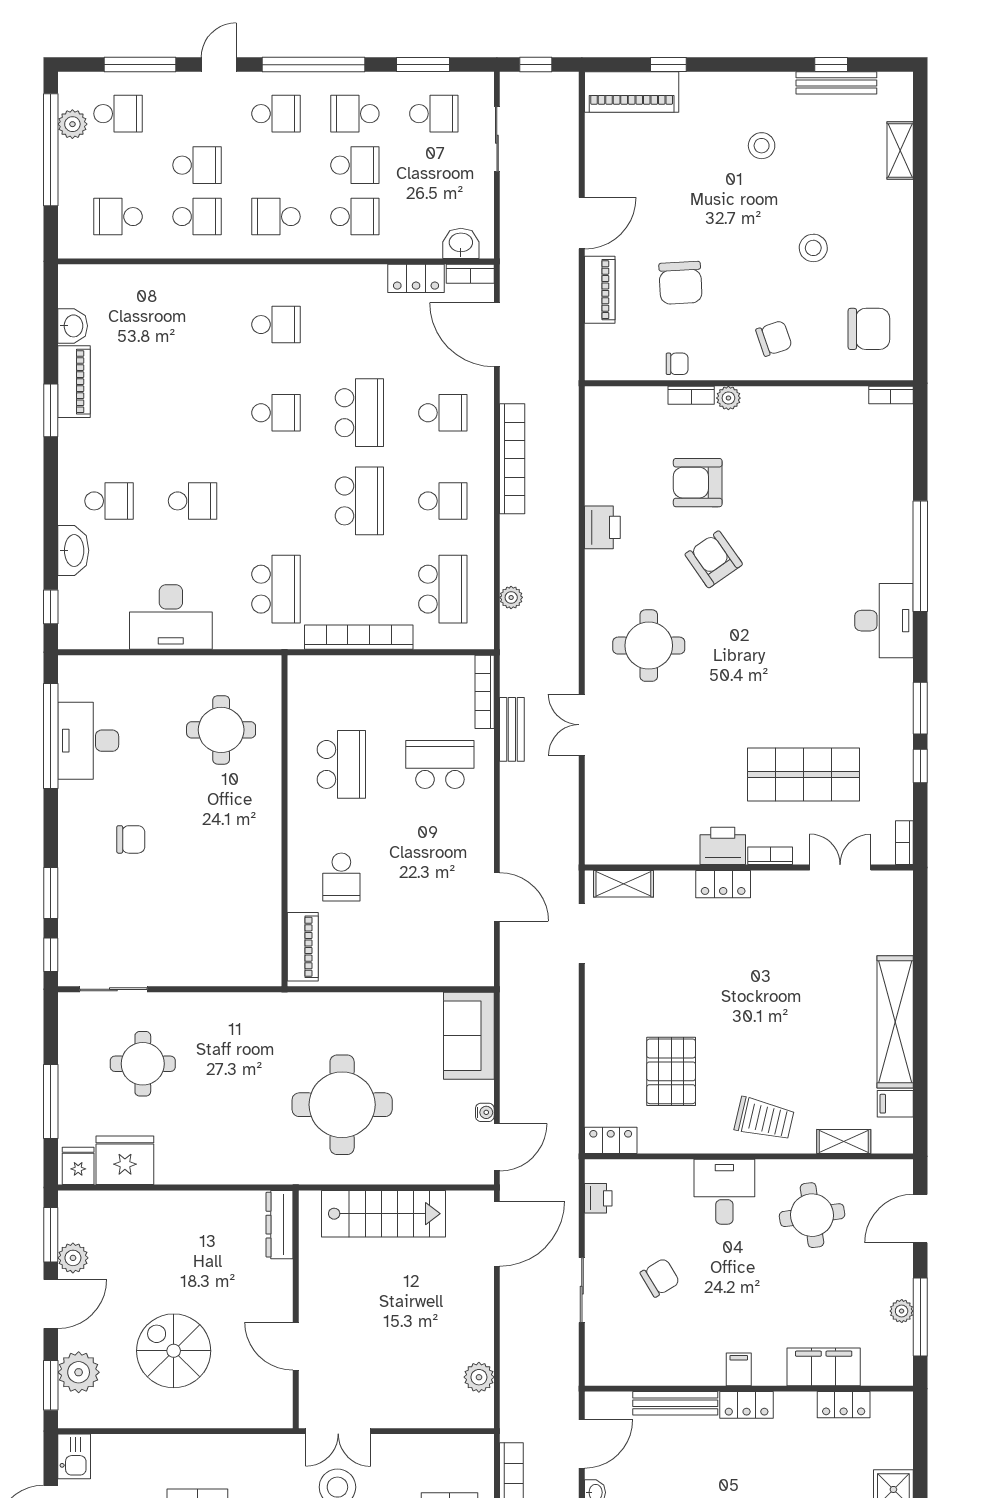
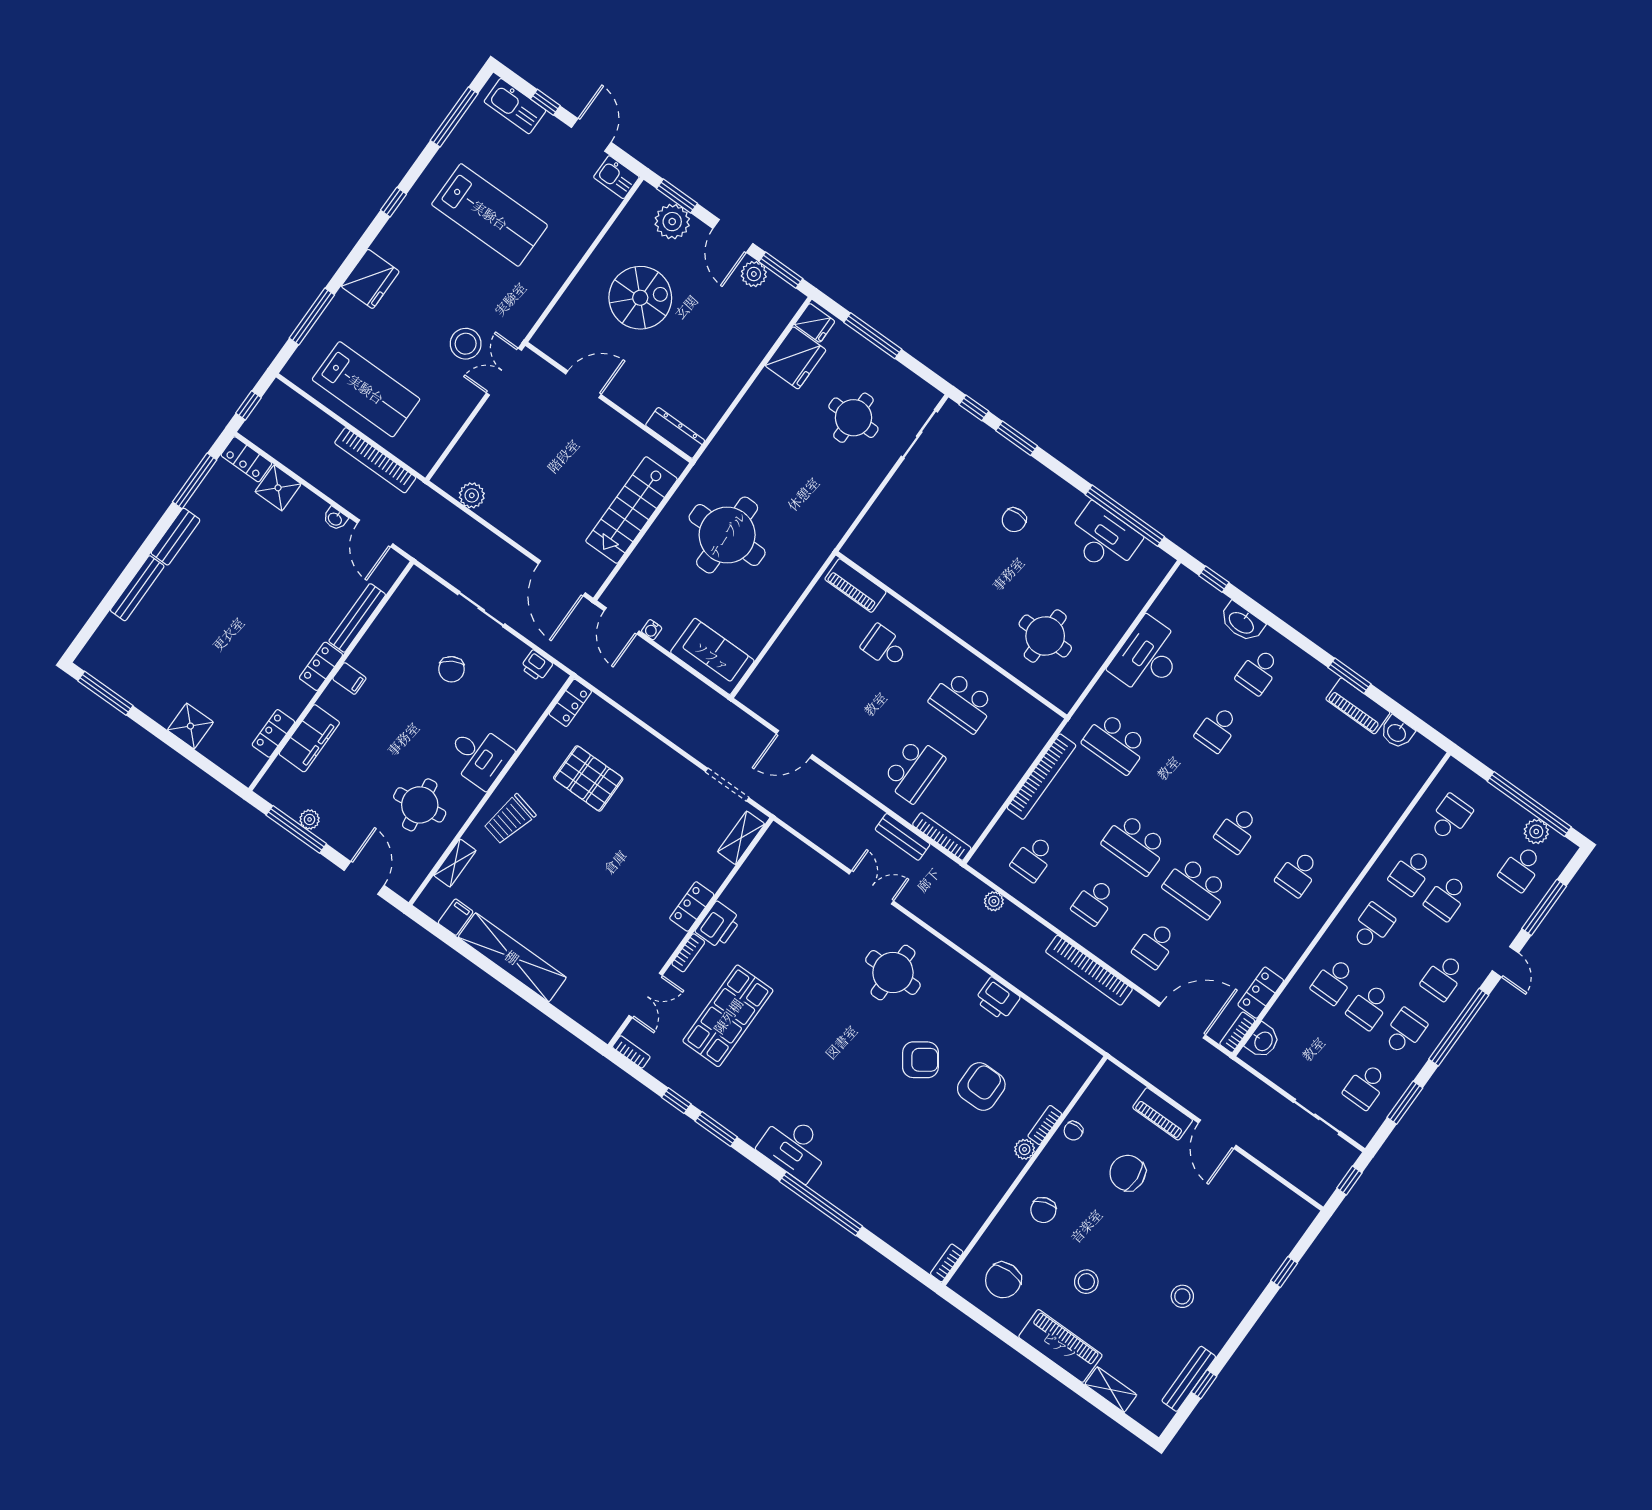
piano: (632, 92) -> (1060, 1346), moved, turned 90
school desk: (443, 589) -> (1033, 858), width x0.54

